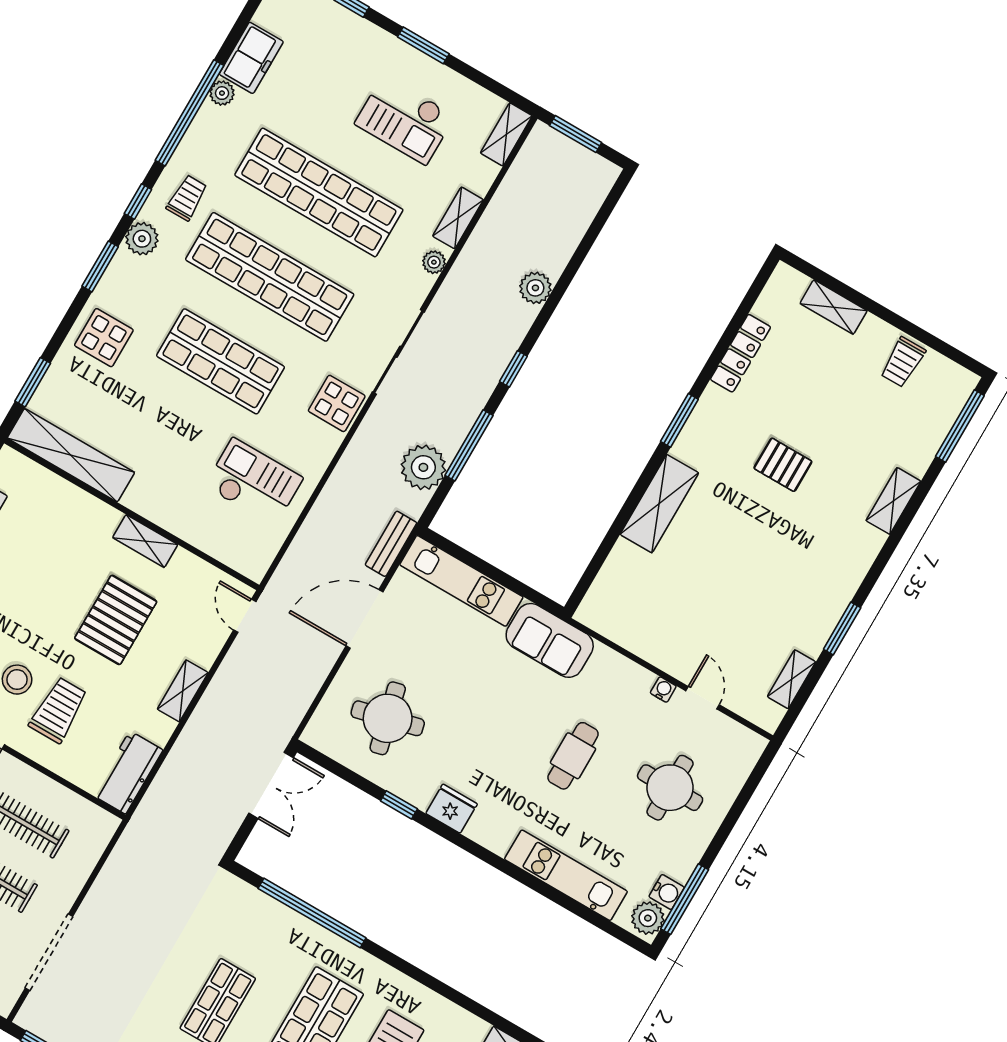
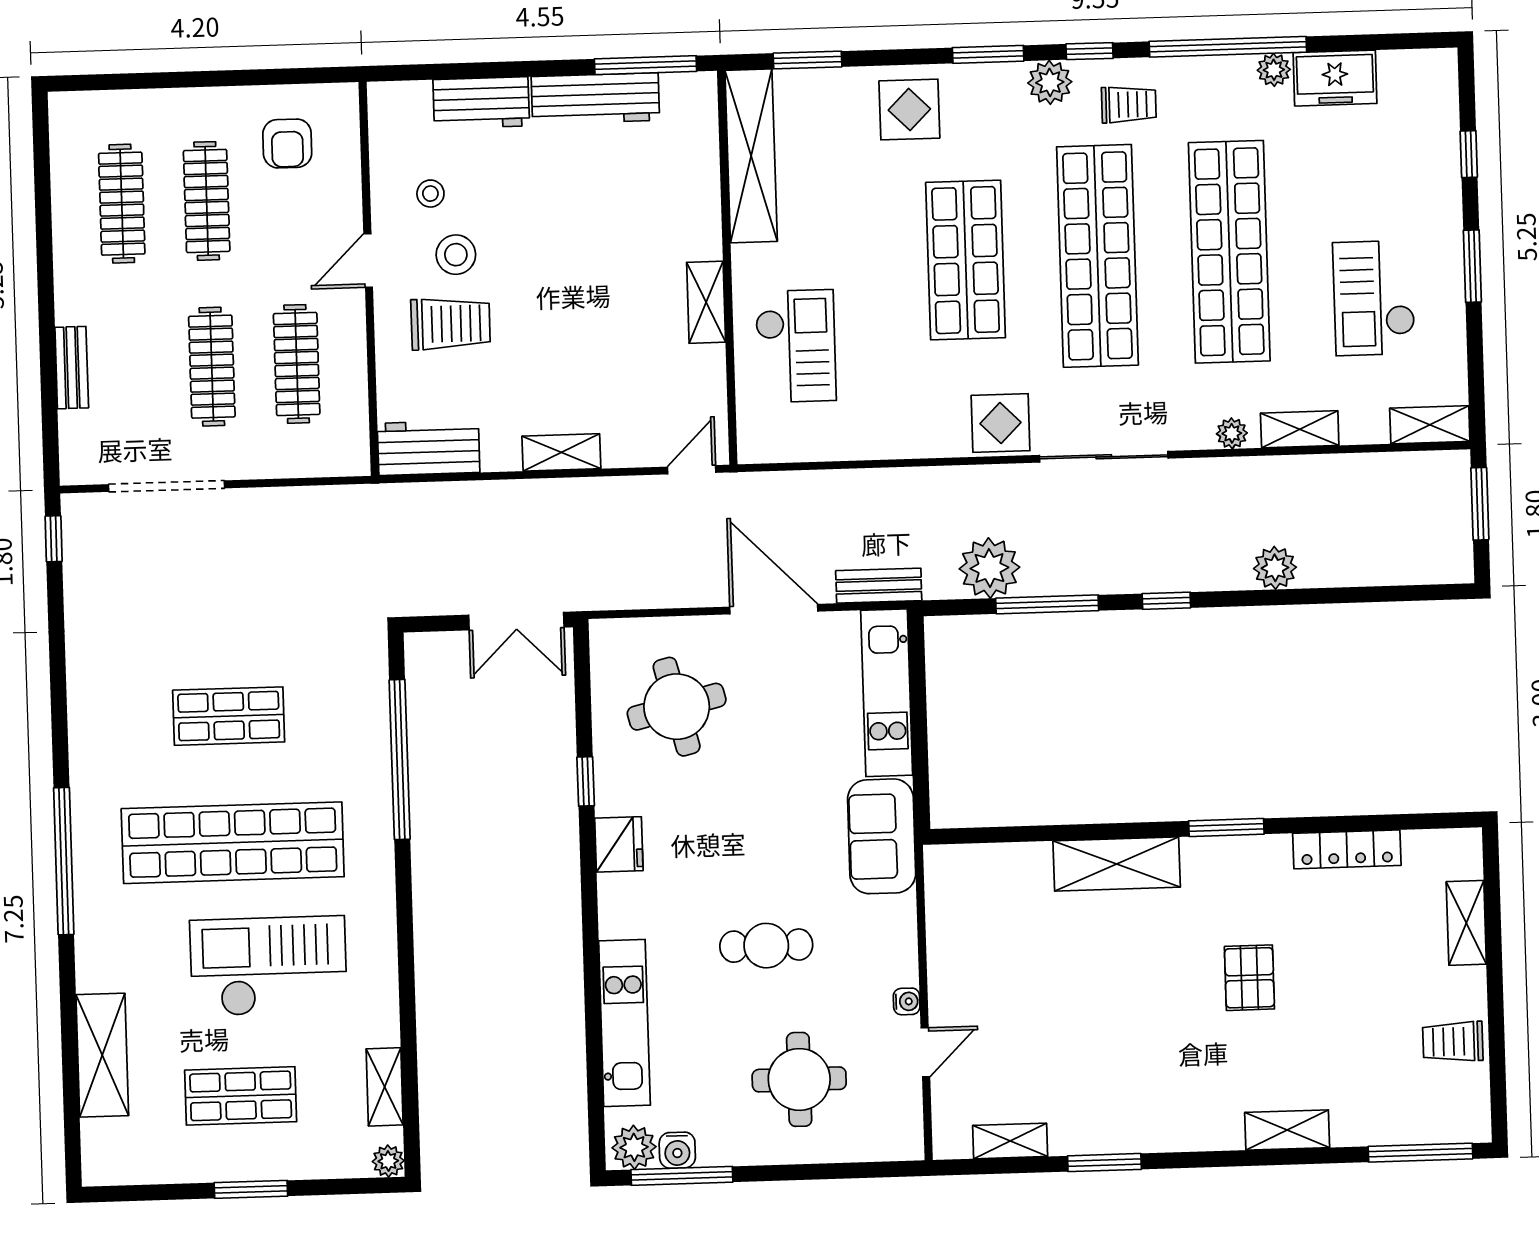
checkout: (254, 482) -> (796, 346), moved
pallet: (116, 620) -> (595, 325), removed

